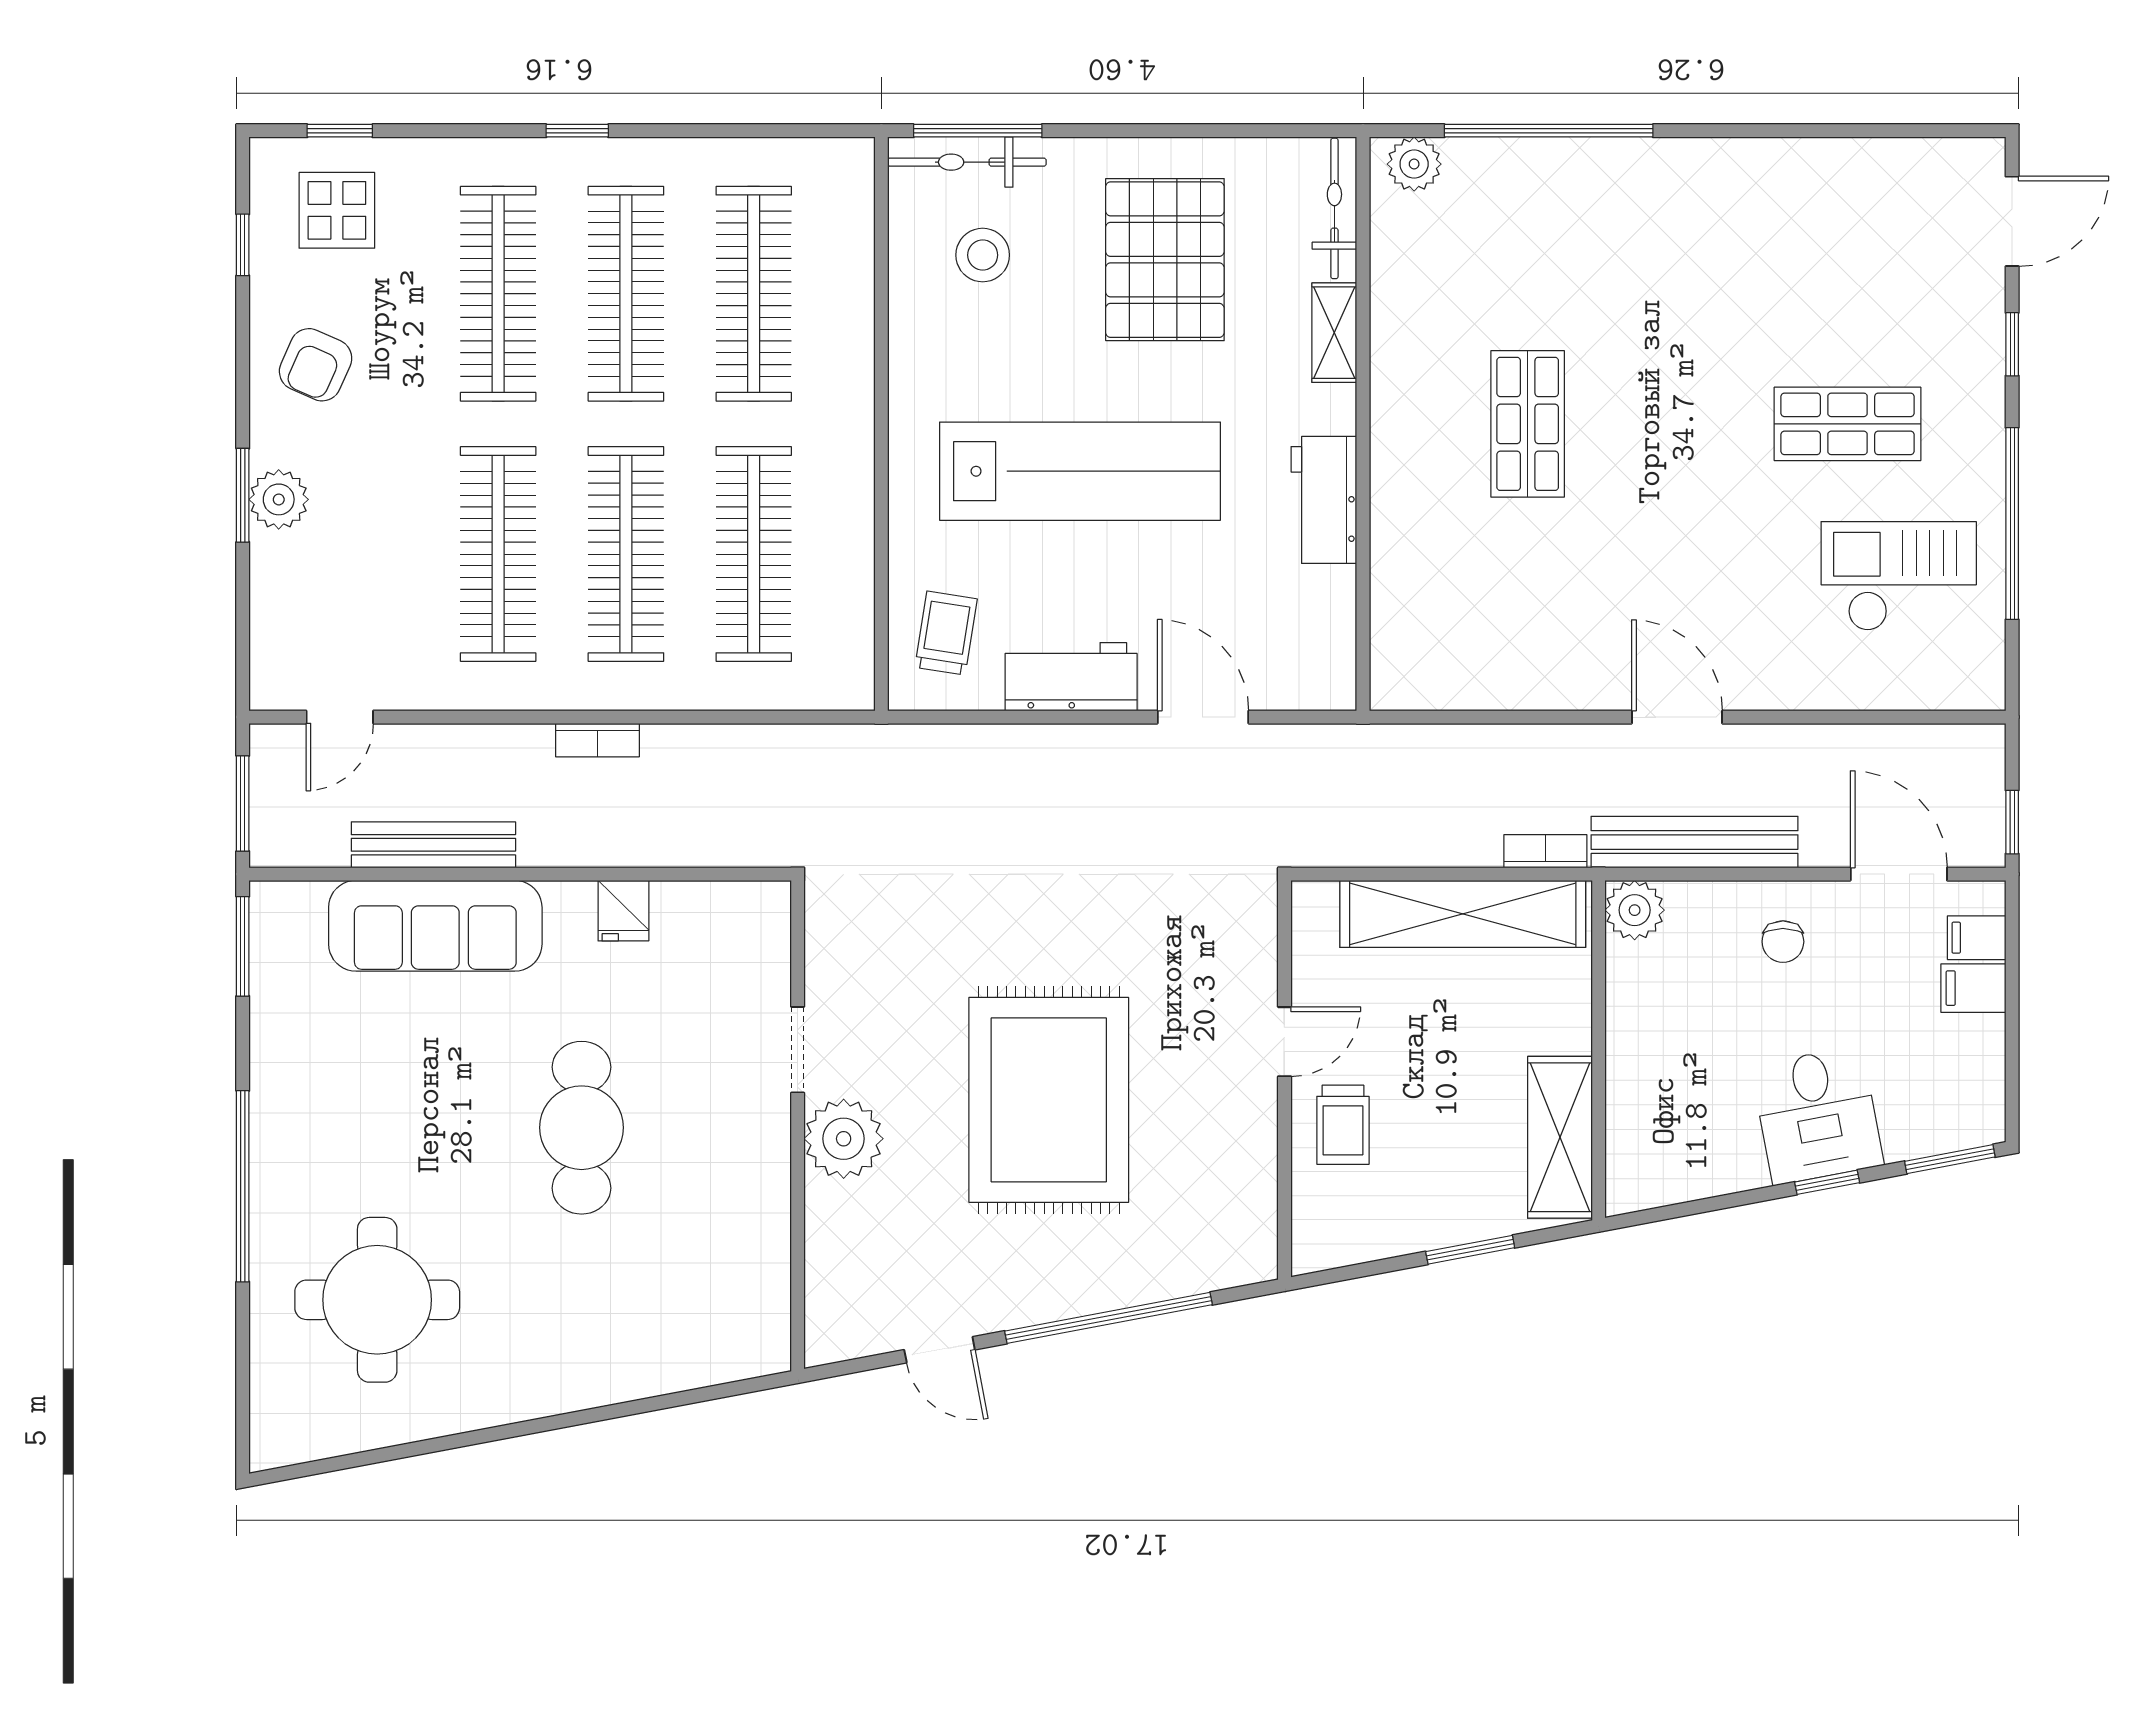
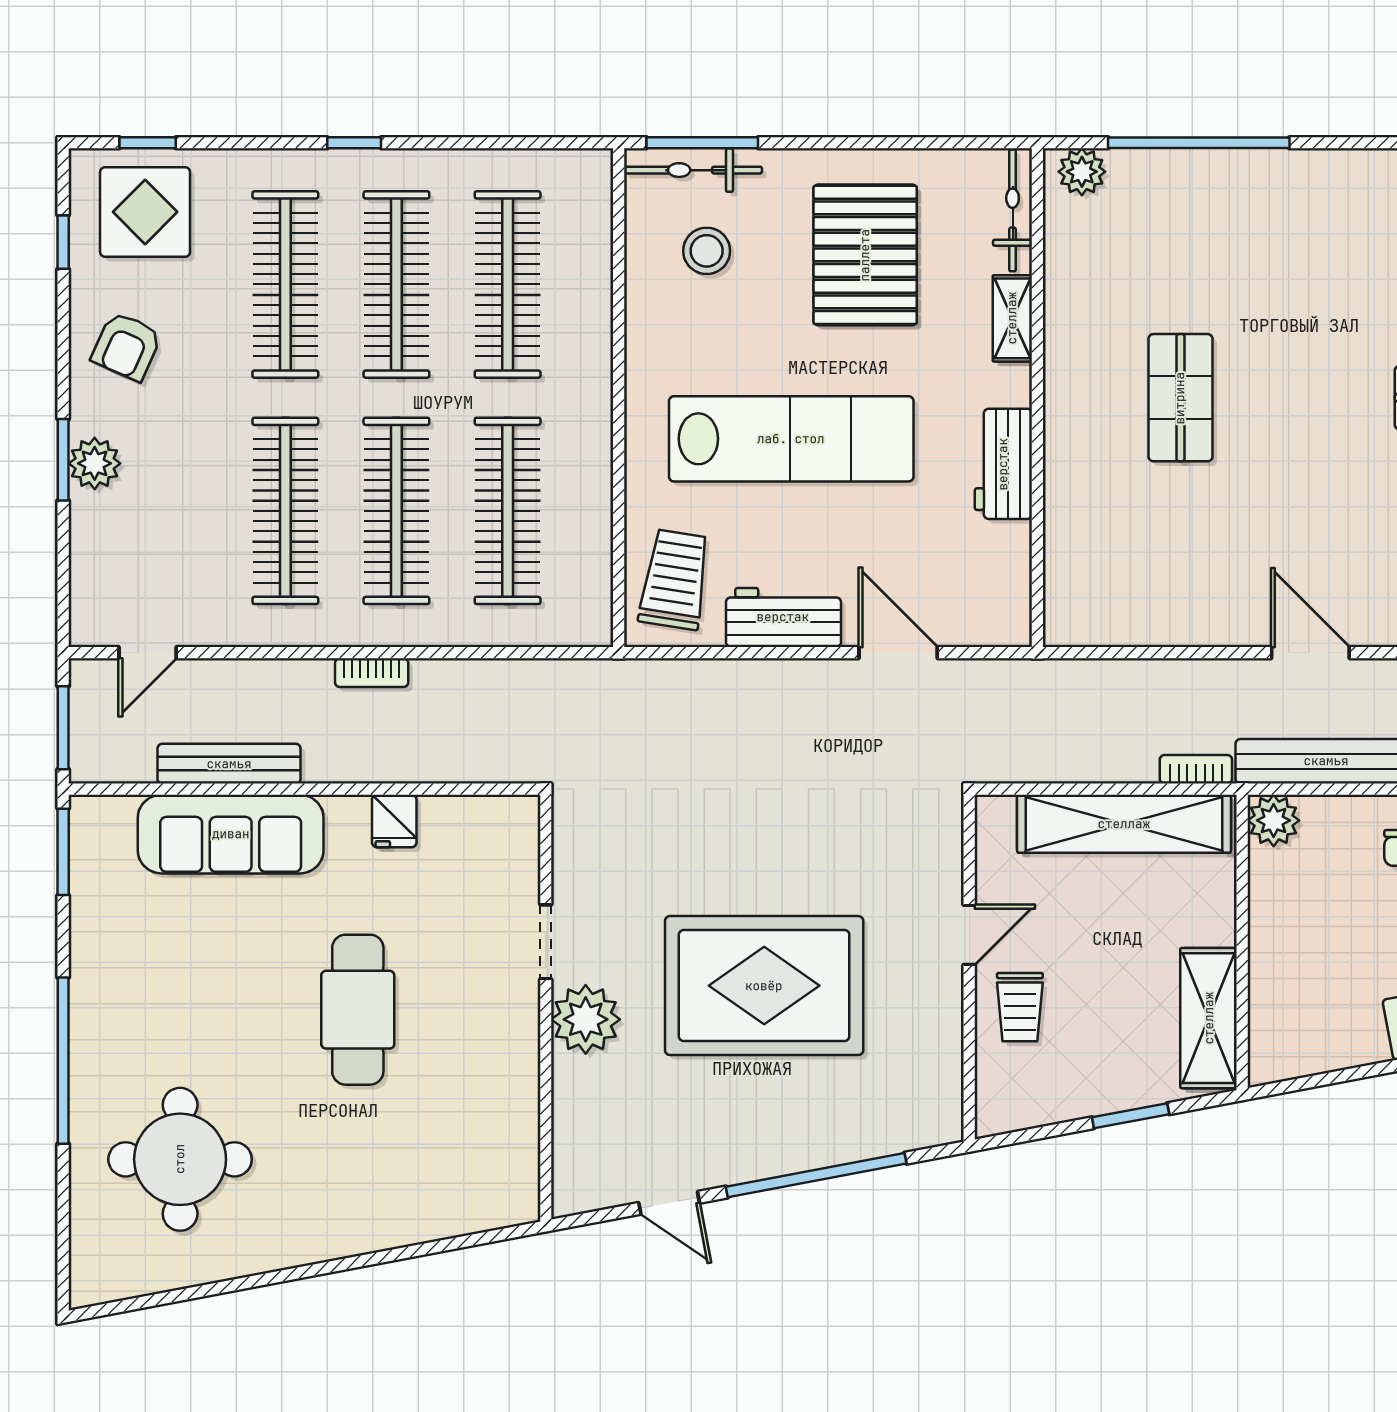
display table: (337, 210) -> (145, 212), width x1.36, depth x1.36
trolley: (946, 633) -> (675, 580), width x1.36, depth x1.39
rug: (1049, 1100) -> (764, 986), turned 90

